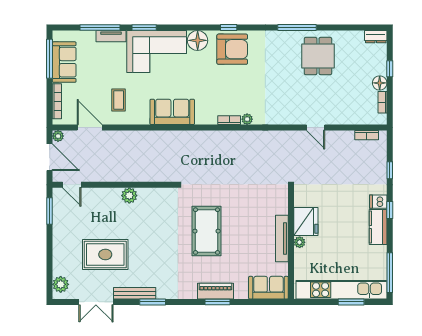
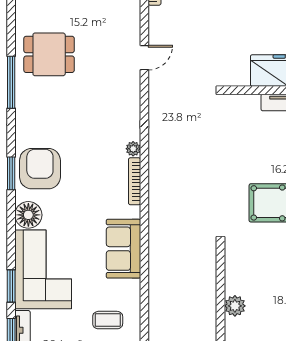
window: (229, 28) -> (11, 173), width x1.50
bookcase: (229, 120) -> (135, 181), width x1.56

